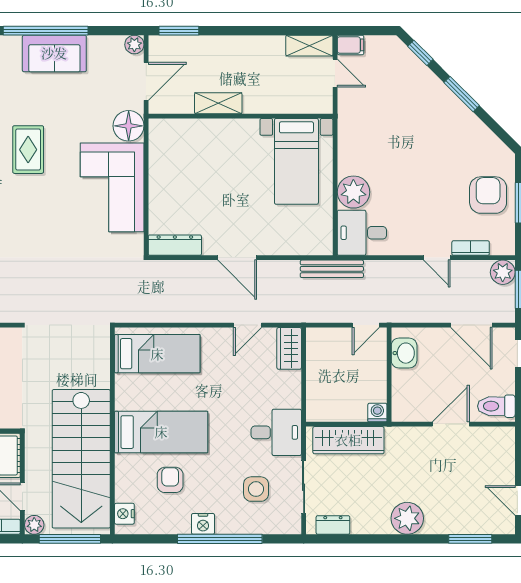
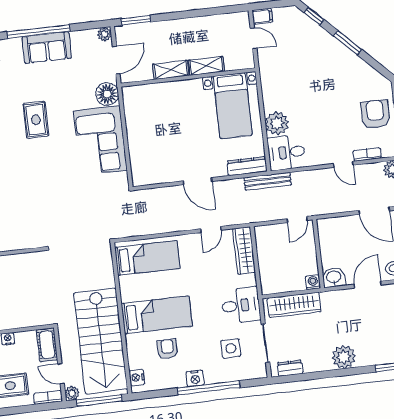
shelving: (309, 46) -> (206, 66), moved
dresser: (175, 245) -> (247, 166), moved
wardrobe: (289, 348) -> (244, 251), width x1.50
washbasin: (404, 353) -> (334, 277), moved, turned -90

